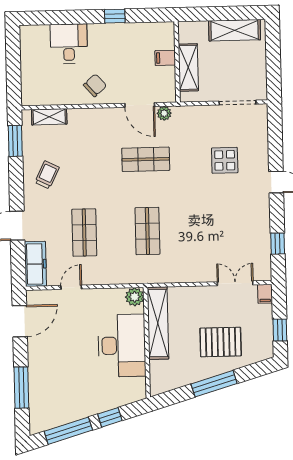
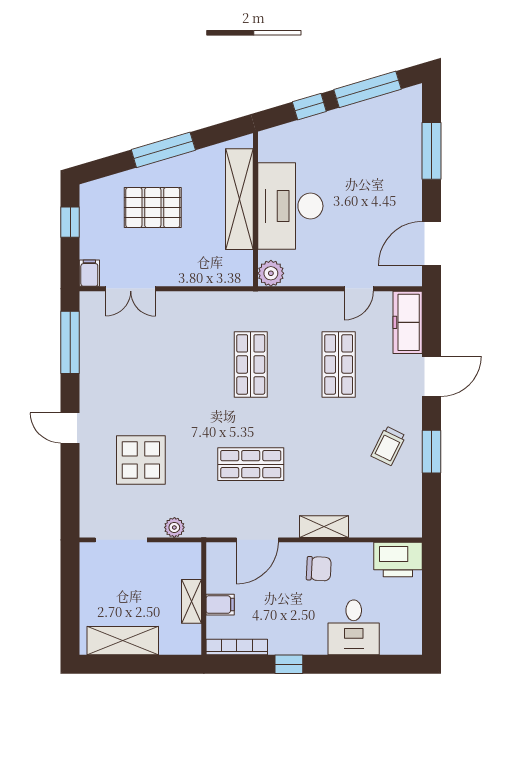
bookcase: (153, 28) -> (237, 647), added
shelving: (188, 67) -> (192, 601), width x0.67, depth x0.75
chair: (95, 85) -> (319, 569), turned -135
printer: (38, 93) -> (398, 560), added
door: (140, 105) -> (257, 540), swing flipped
plant: (164, 113) -> (174, 527), moved
shelving: (49, 117) -> (324, 527), moved
window: (15, 141) -> (431, 452), moved
display table: (225, 160) -> (141, 460), width x1.36, depth x1.36
window: (278, 244) -> (70, 342), width x2.17
shelving: (158, 323) -> (239, 199), moved

